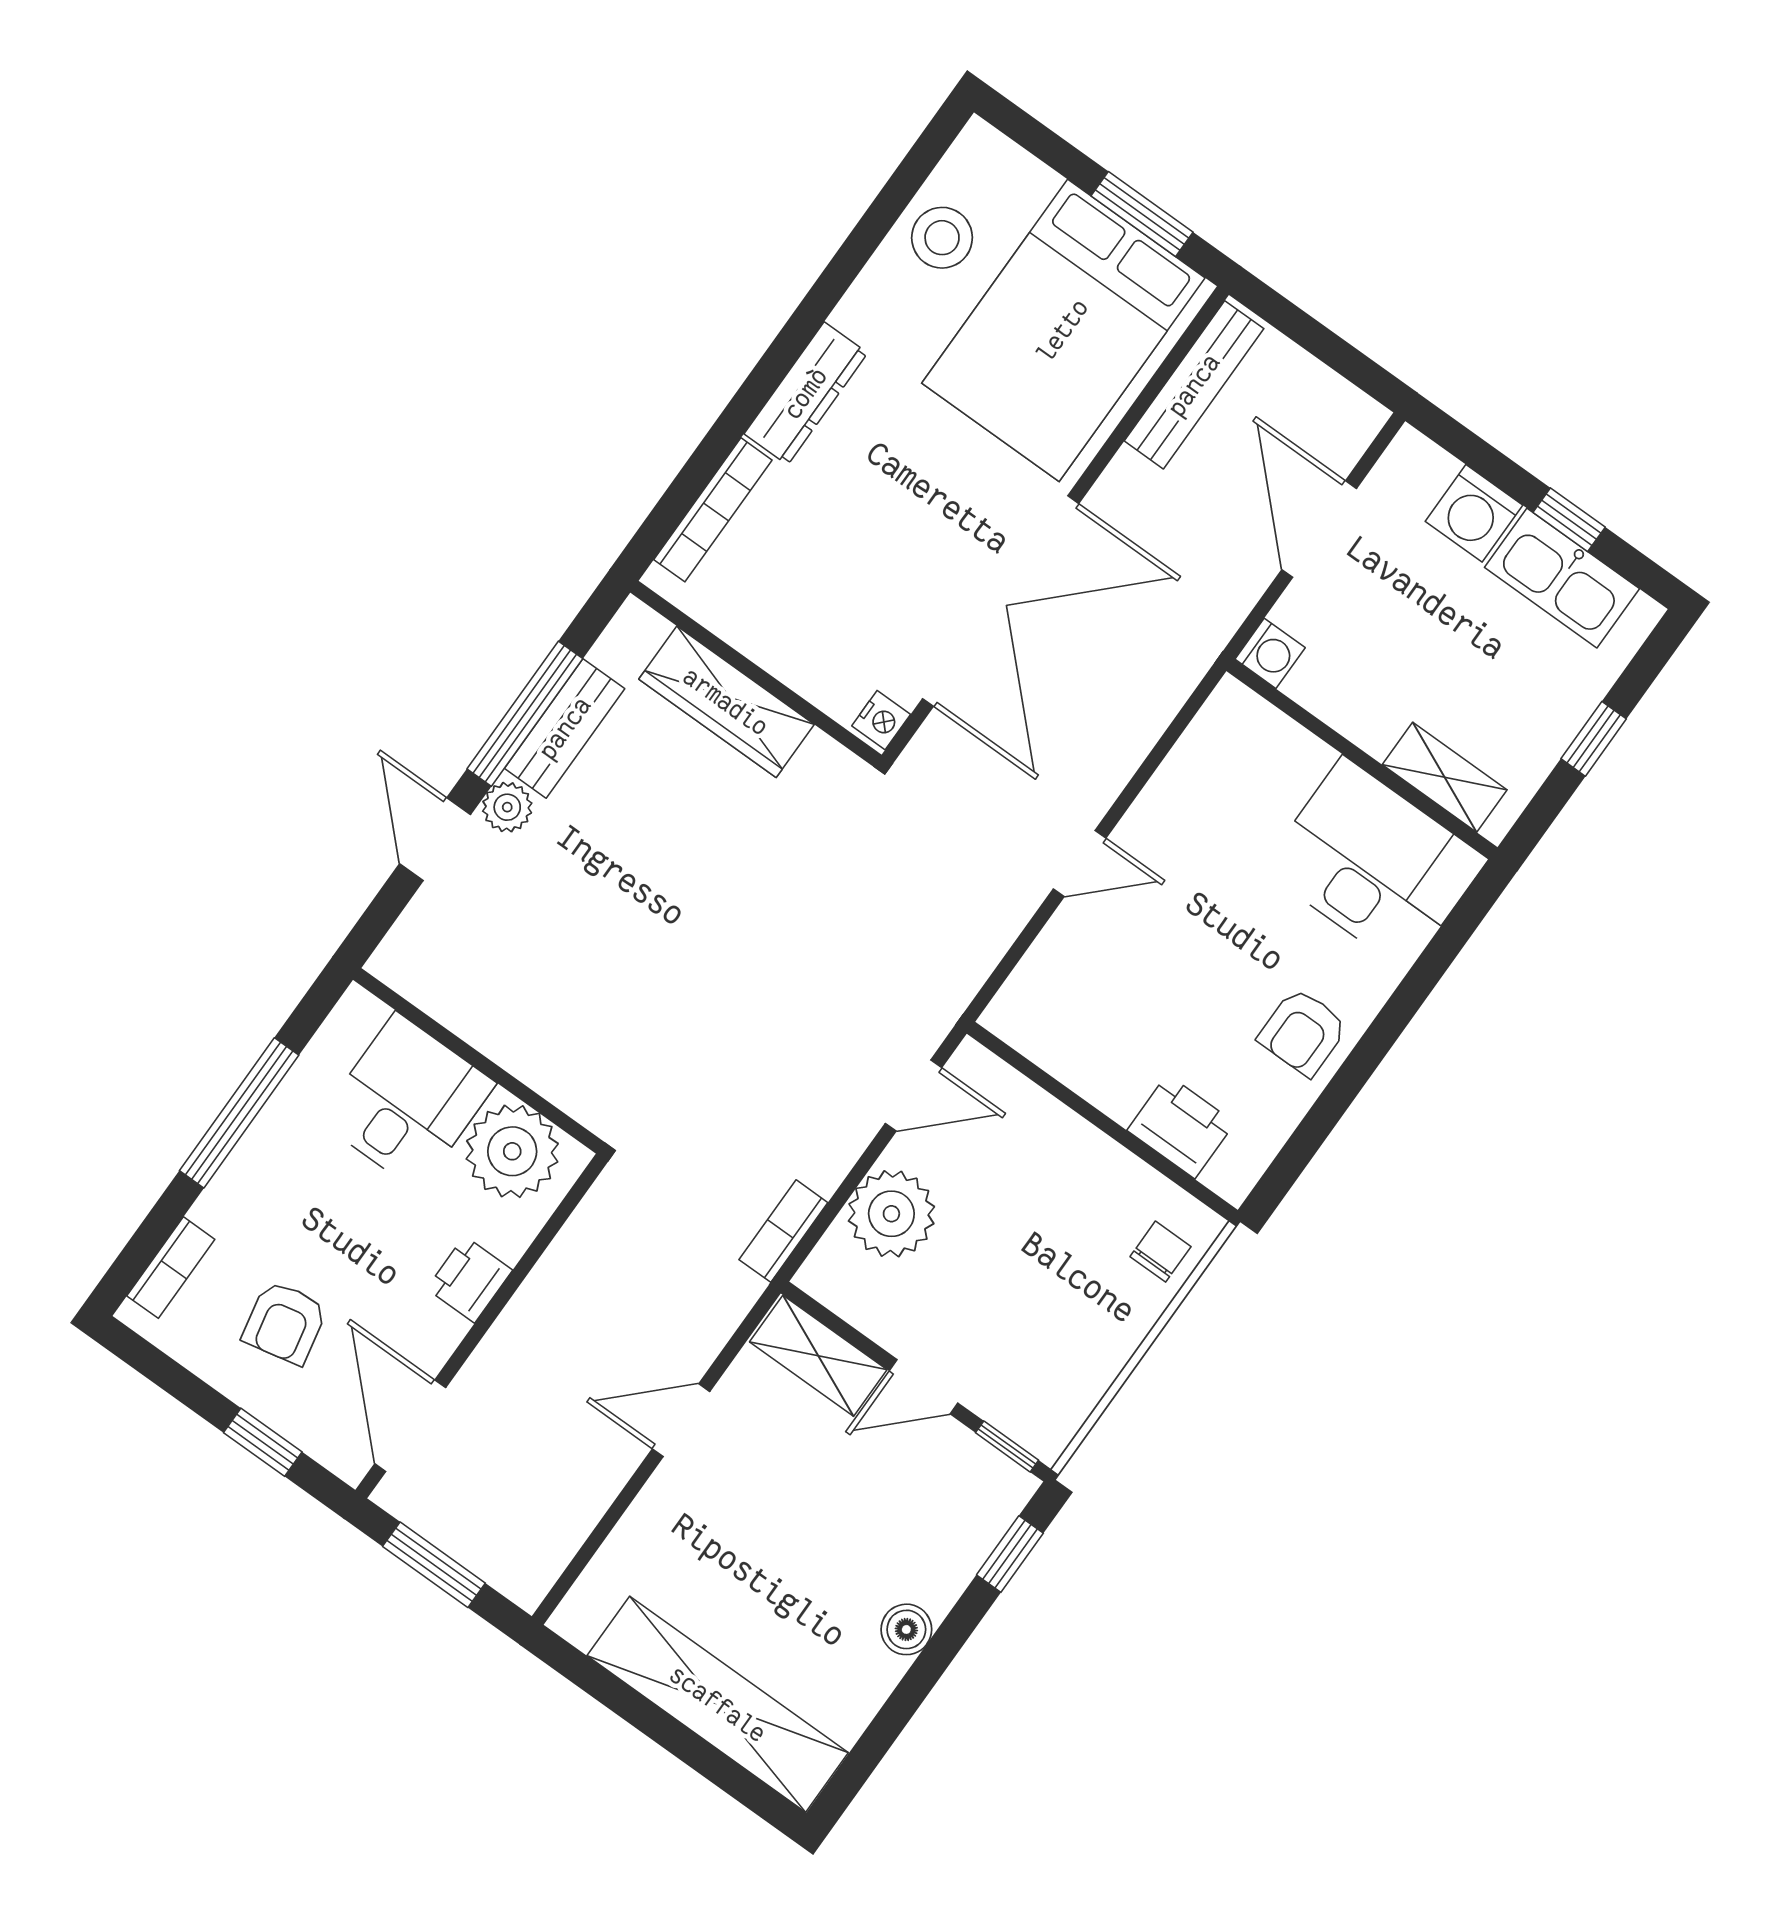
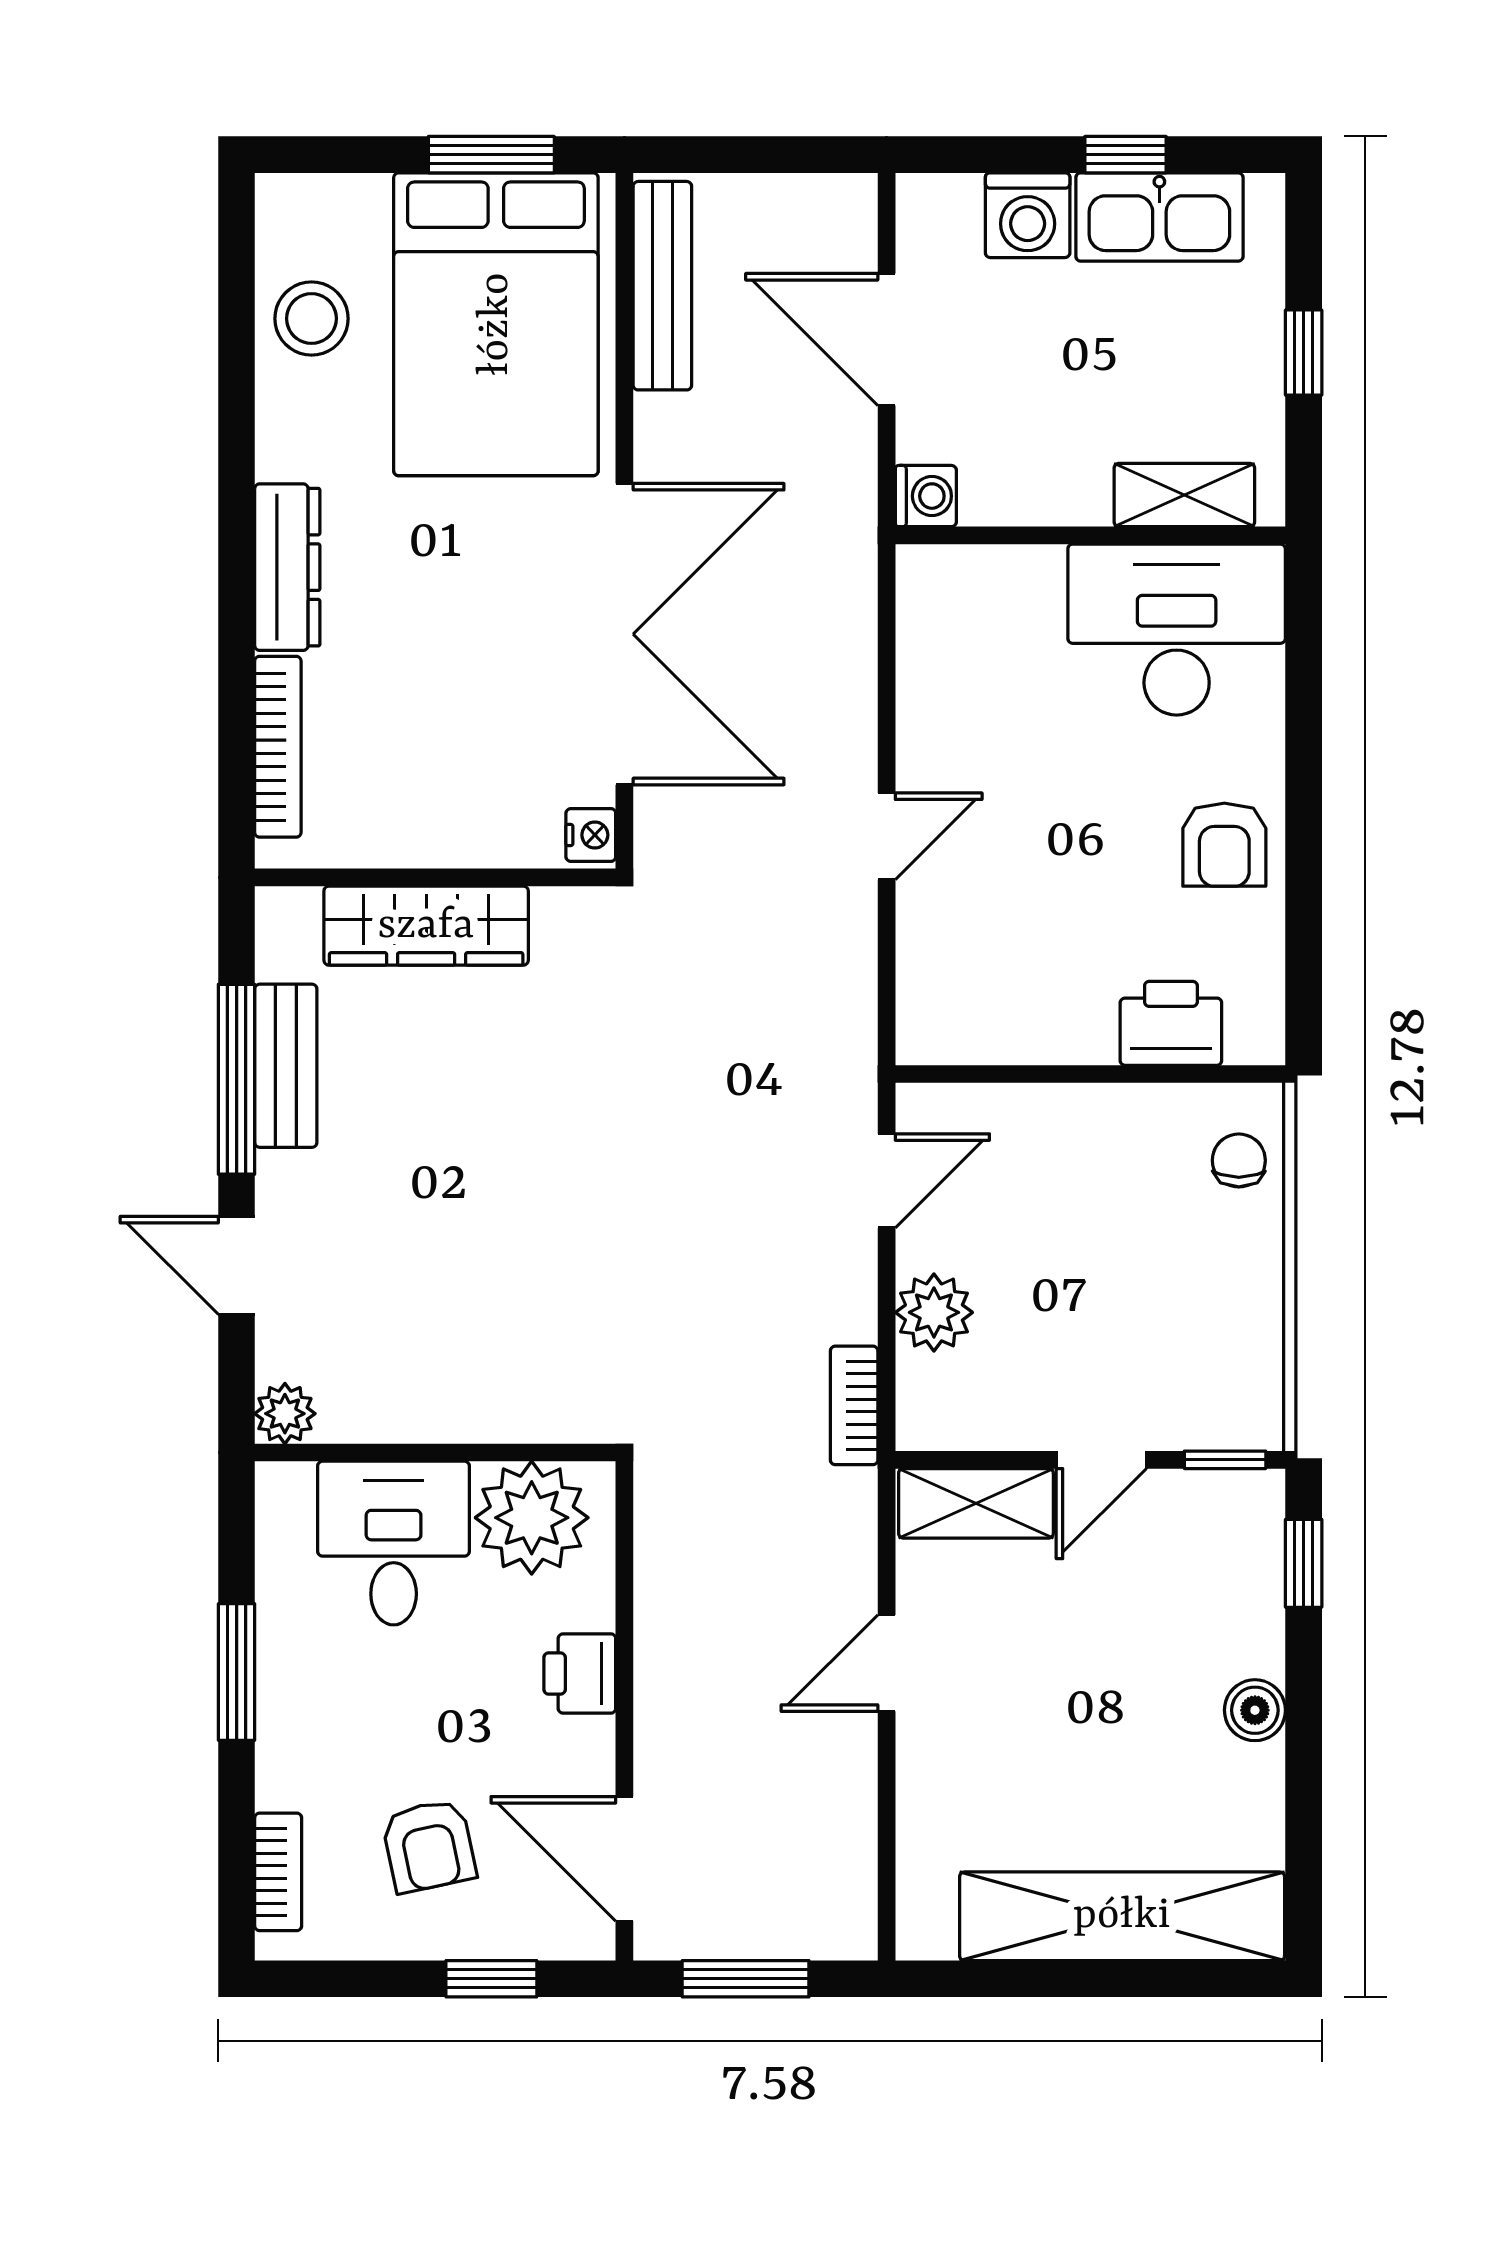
plant: (507, 807) -> (285, 1414), moved
window: (239, 1113) -> (237, 1672), width x0.69
plant: (891, 1214) -> (934, 1312), width x0.73, depth x0.73

